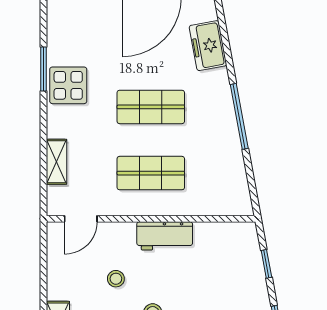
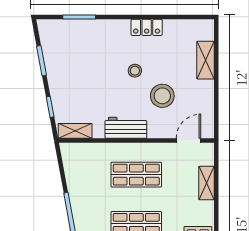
shelving: (233, 232) -> (75, 131), added
stool: (116, 279) -> (162, 96), width x1.89, depth x1.89

